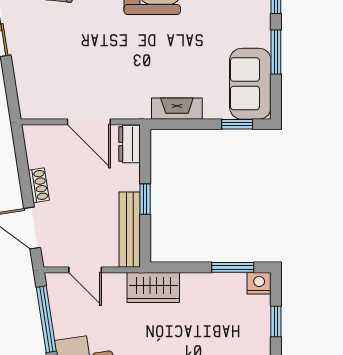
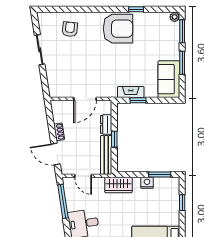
door: (89, 122) -> (85, 99), hinge flipped
window: (237, 124) -> (138, 100), moved
dresser: (130, 144) -> (106, 124), moved
nightstand: (259, 283) -> (147, 183), moved

